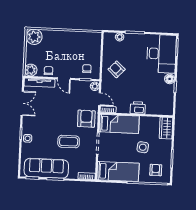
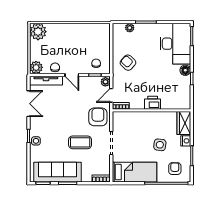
door: (100, 99) -> (111, 95), swing flipped
bed: (119, 124) -> (133, 121), removed
nightstand: (167, 145) -> (186, 141), added

